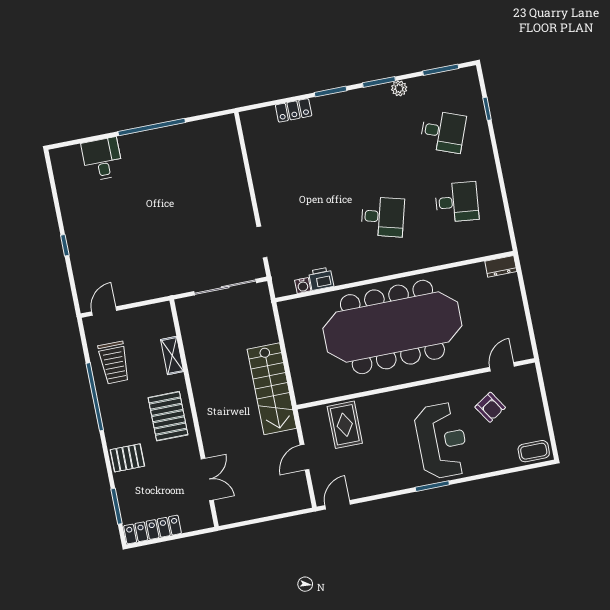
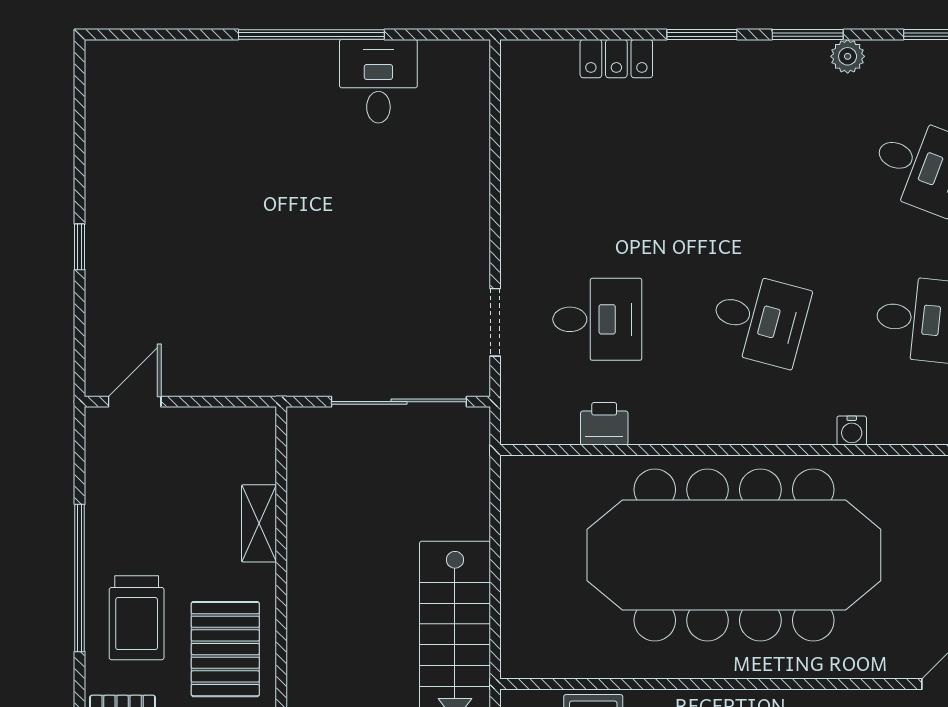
desk: (102, 159) -> (378, 81), moved
desk: (308, 231) -> (597, 319), added
water cooler: (303, 286) -> (852, 431), moved
trolley: (114, 363) -> (137, 618), moved

